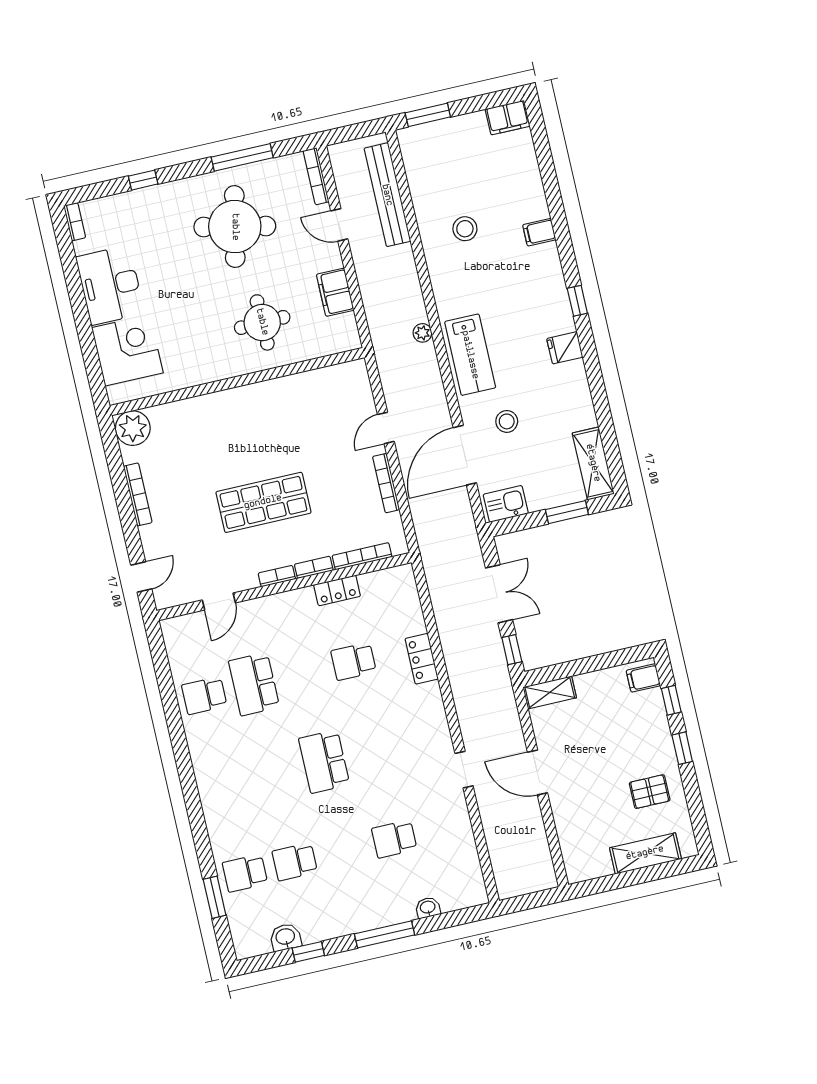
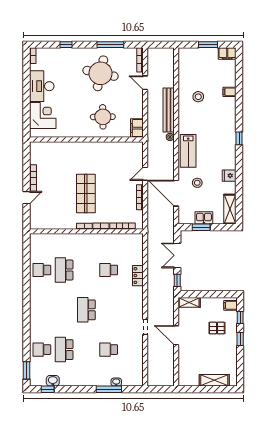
window: (428, 115) -> (208, 45), moved
bench: (387, 195) -> (169, 110), moved
filing cabinet: (539, 232) -> (230, 92), moved
filing cabinet: (335, 292) -> (137, 128), moved
fridge: (565, 348) -> (229, 176), moved
plant: (133, 428) -> (37, 149), removed
door: (465, 455) -> (176, 193), hinge flipped
shop shelf: (263, 502) -> (86, 194), turned 90
kitchen sink: (506, 504) -> (204, 218), moved
window: (567, 512) -> (201, 227), moved
door: (141, 577) -> (27, 198), moved
locker: (337, 590) -> (109, 238), removed
double door: (499, 594) -> (177, 255), swing flipped
door: (219, 601) -> (57, 231), removed
pallet: (650, 792) -> (217, 328), moved
school desk: (295, 862) -> (64, 350), width x1.85
window: (215, 897) -> (27, 370), moved
window: (385, 934) -> (109, 389), moved
window: (308, 952) -> (48, 389), moved

